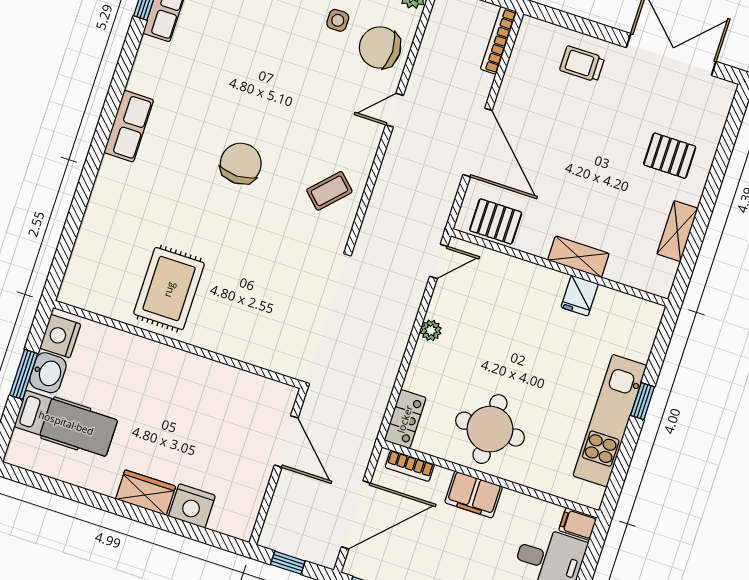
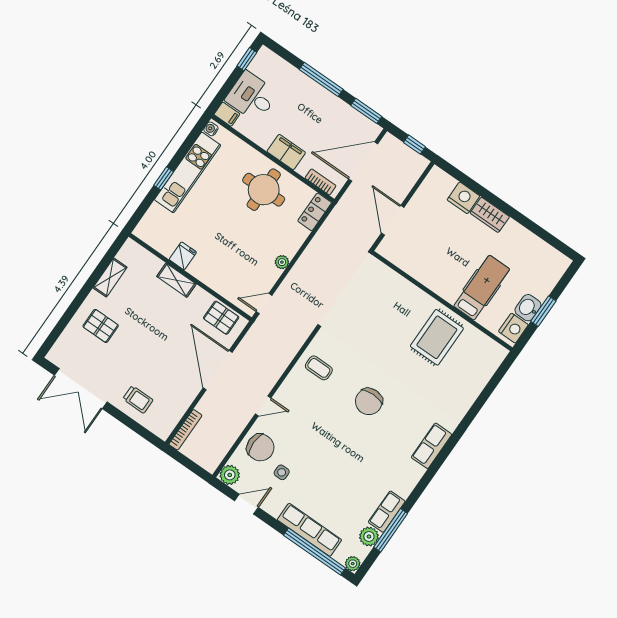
coffee table: (329, 191) -> (319, 368), turned 46
hospital bed: (66, 423) -> (482, 288), moved, turned 90
water cooler: (595, 495) -> (211, 129), added

